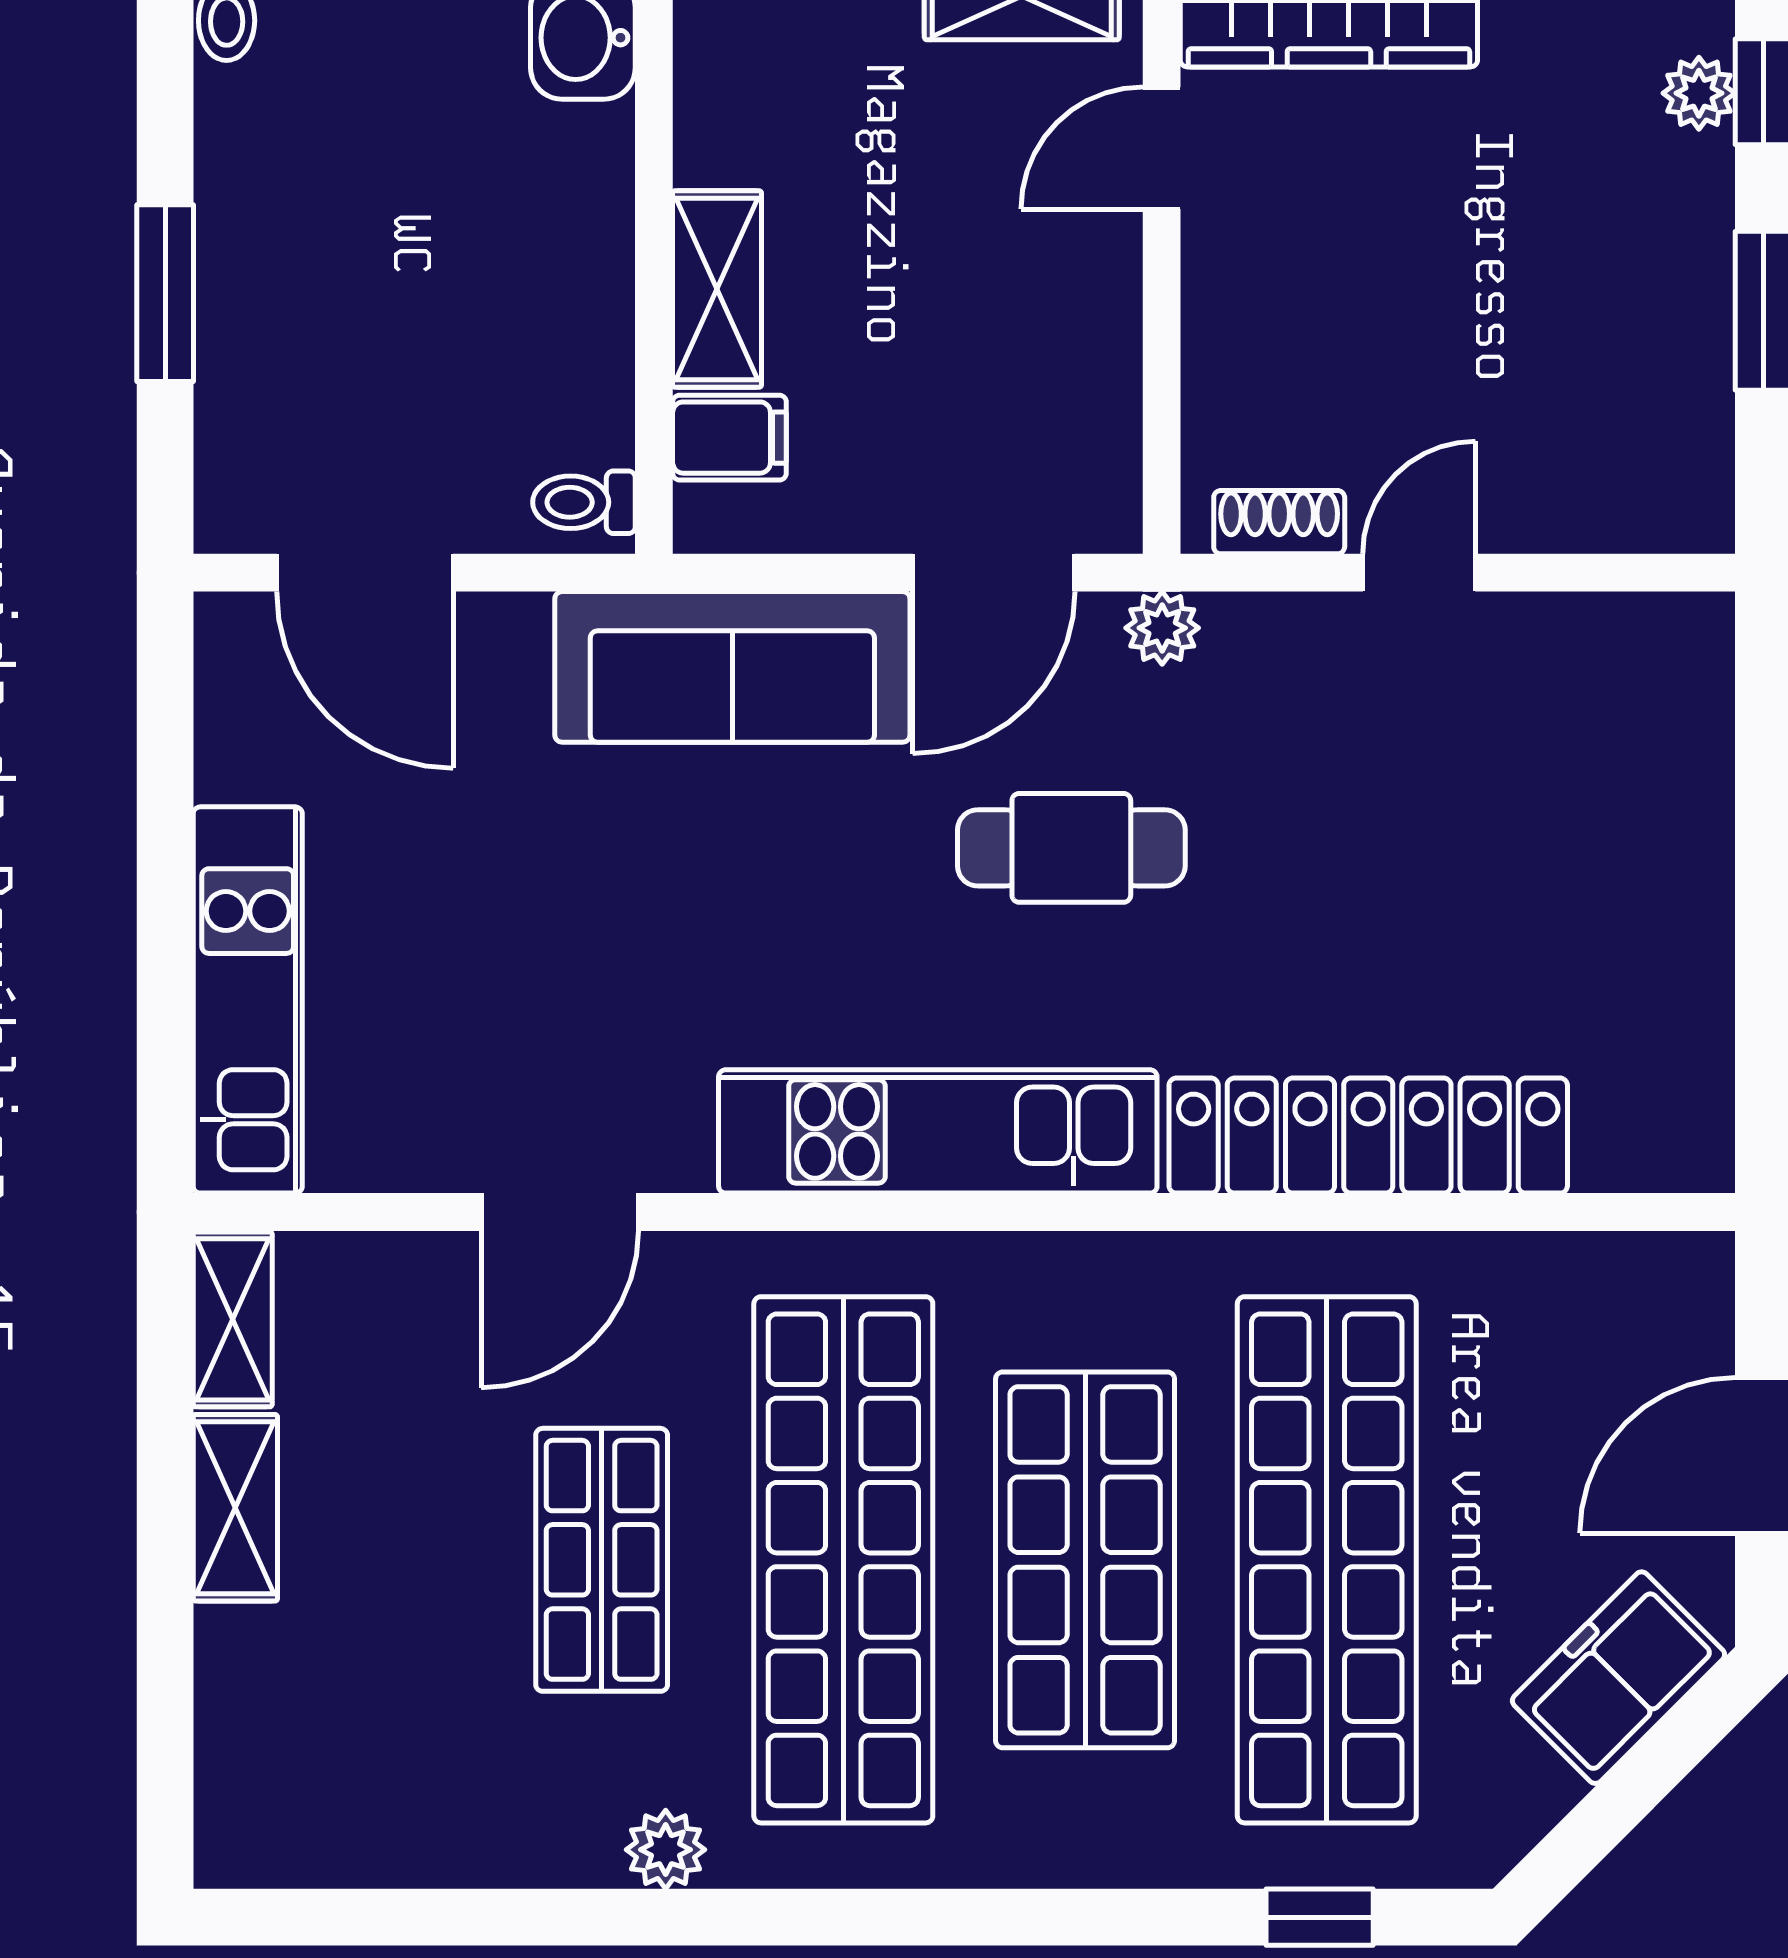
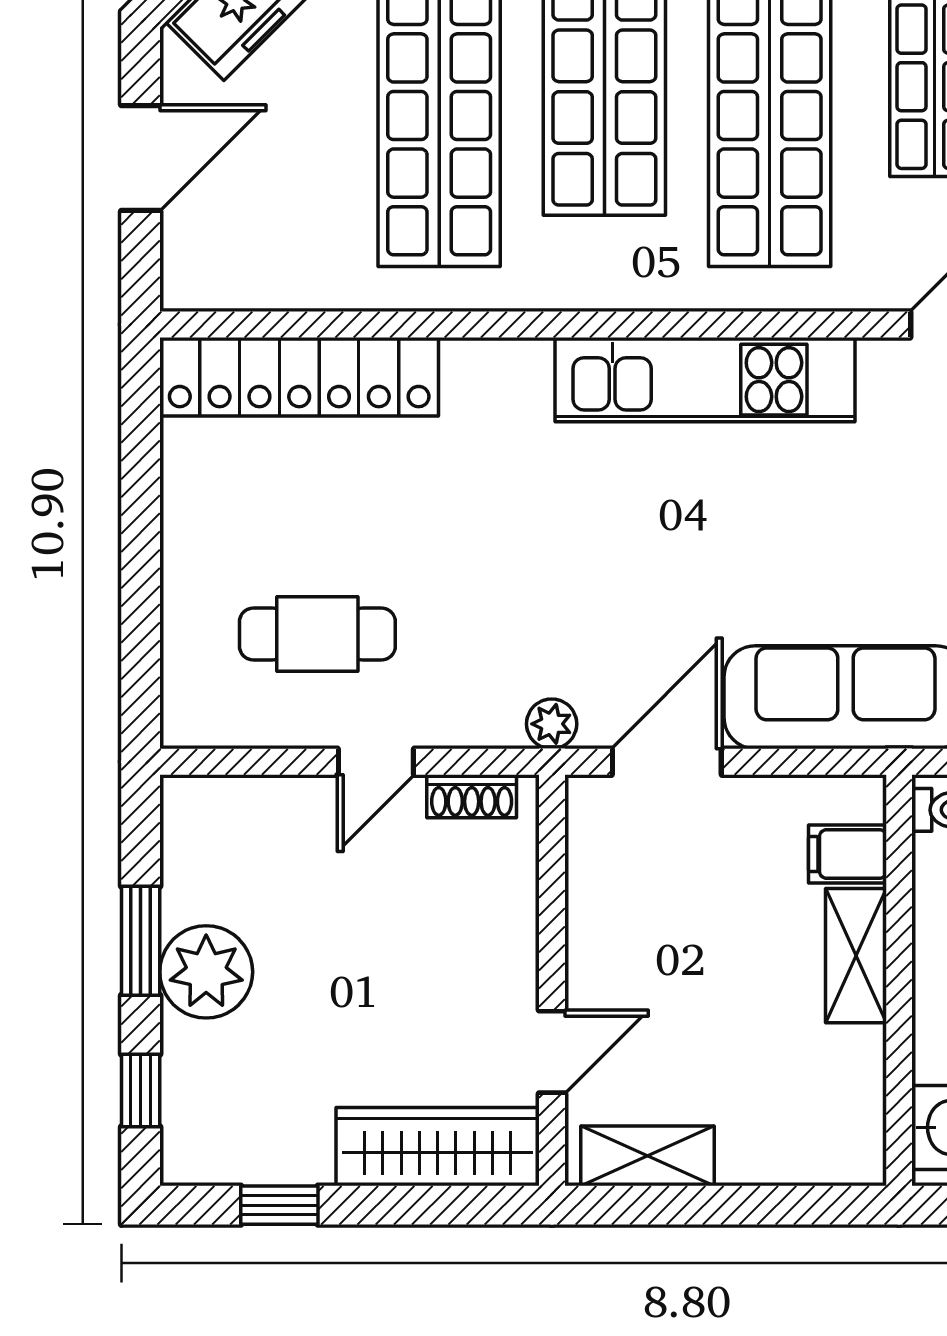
plant: (1699, 93) -> (206, 972), moved, width x1.87, depth x1.87
cafe table: (1071, 848) -> (317, 634), moved
locker: (1368, 1136) -> (299, 377), moved

